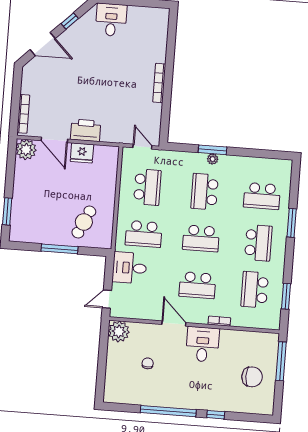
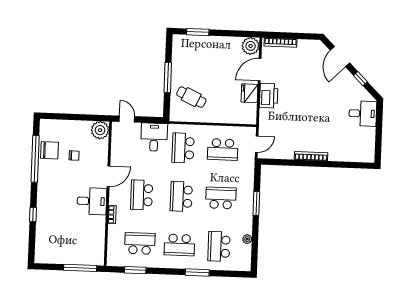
plant: (213, 159) -> (247, 239), moved
chair: (252, 377) -> (50, 150), moved, turned -90
window: (168, 411) -> (35, 159), moved

